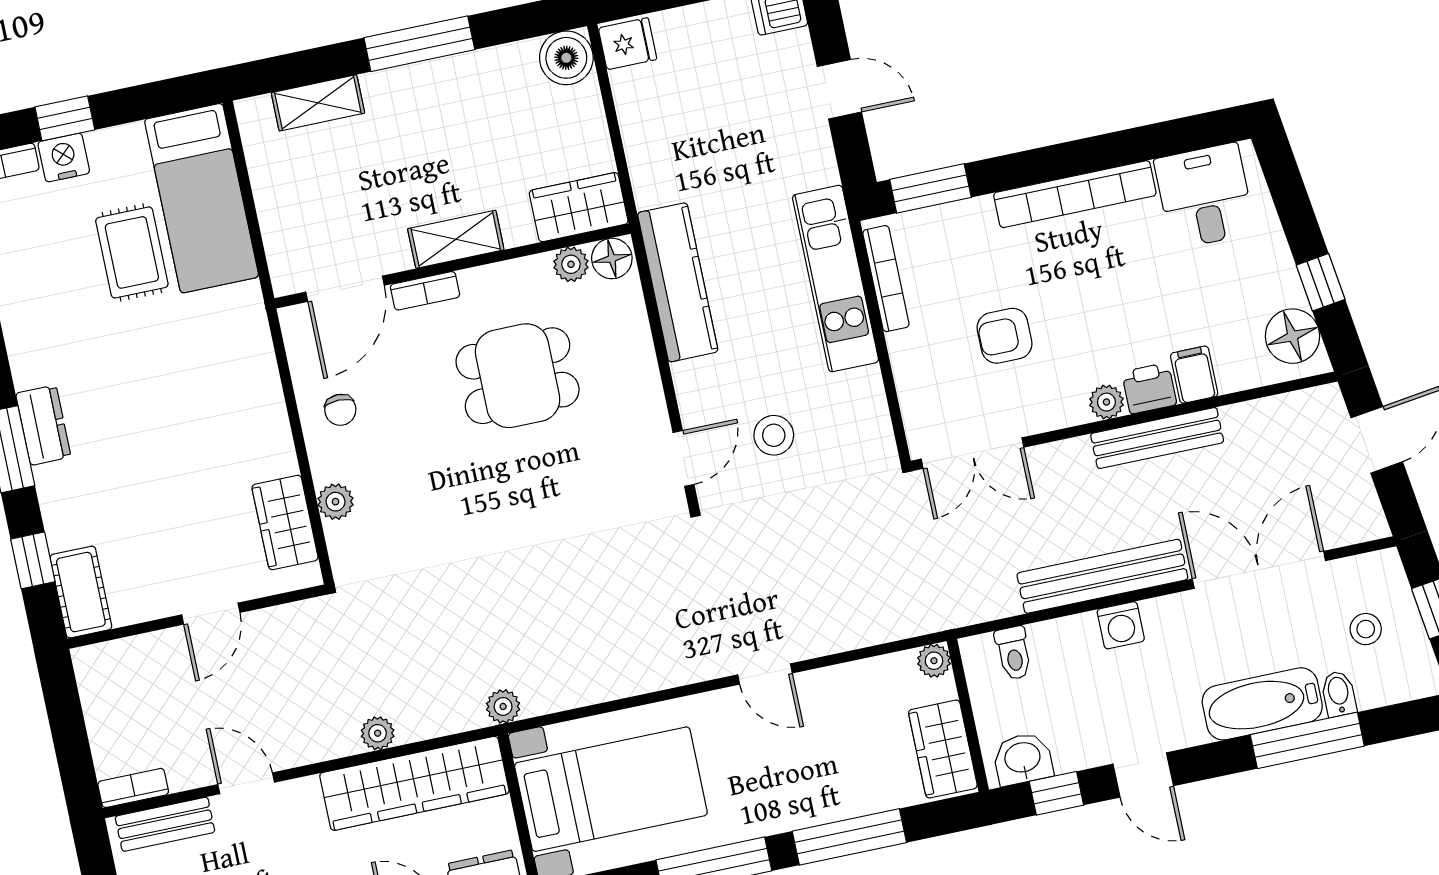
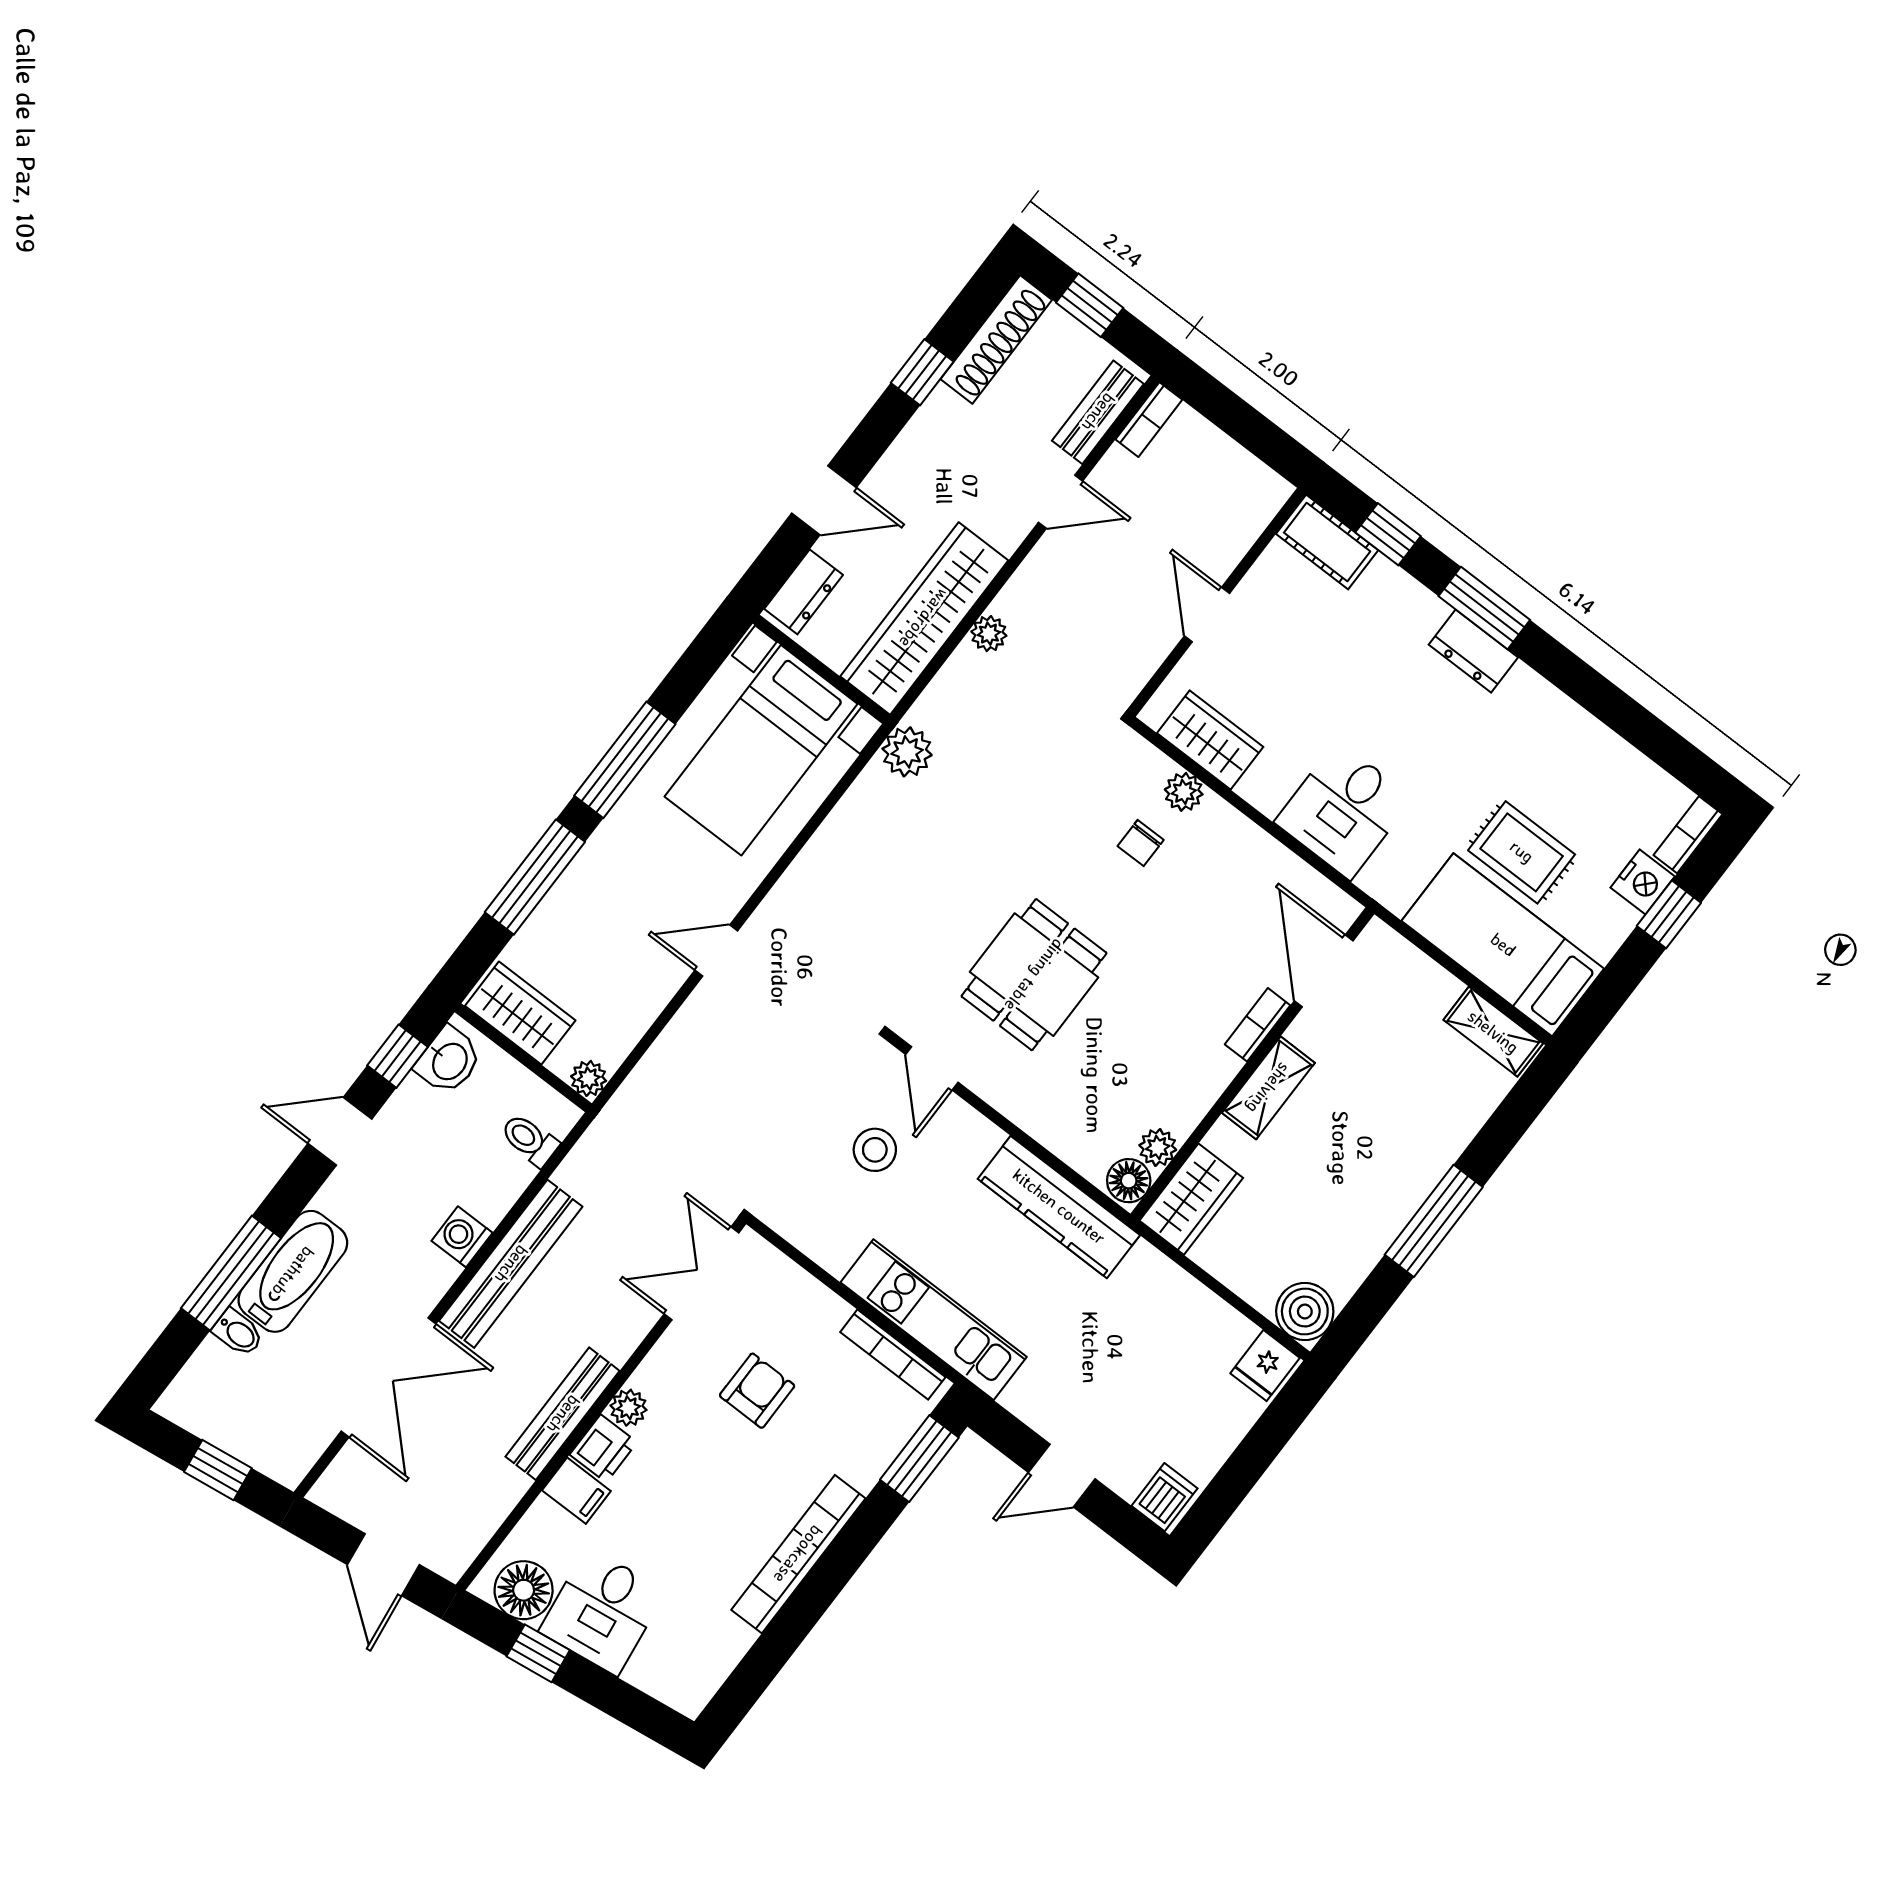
shelving: (318, 103) -> (1493, 1032), moved, turned 90
desk: (1205, 196) -> (602, 1611), moved, turned 82
dining table: (518, 376) -> (1034, 975), moved
desk: (233, 391) -> (1344, 810), added
chair: (340, 410) -> (1141, 843), moved, turned -90
stool: (1366, 629) -> (261, 1404), removed
plant: (503, 706) -> (907, 752), width x1.38, depth x1.38

